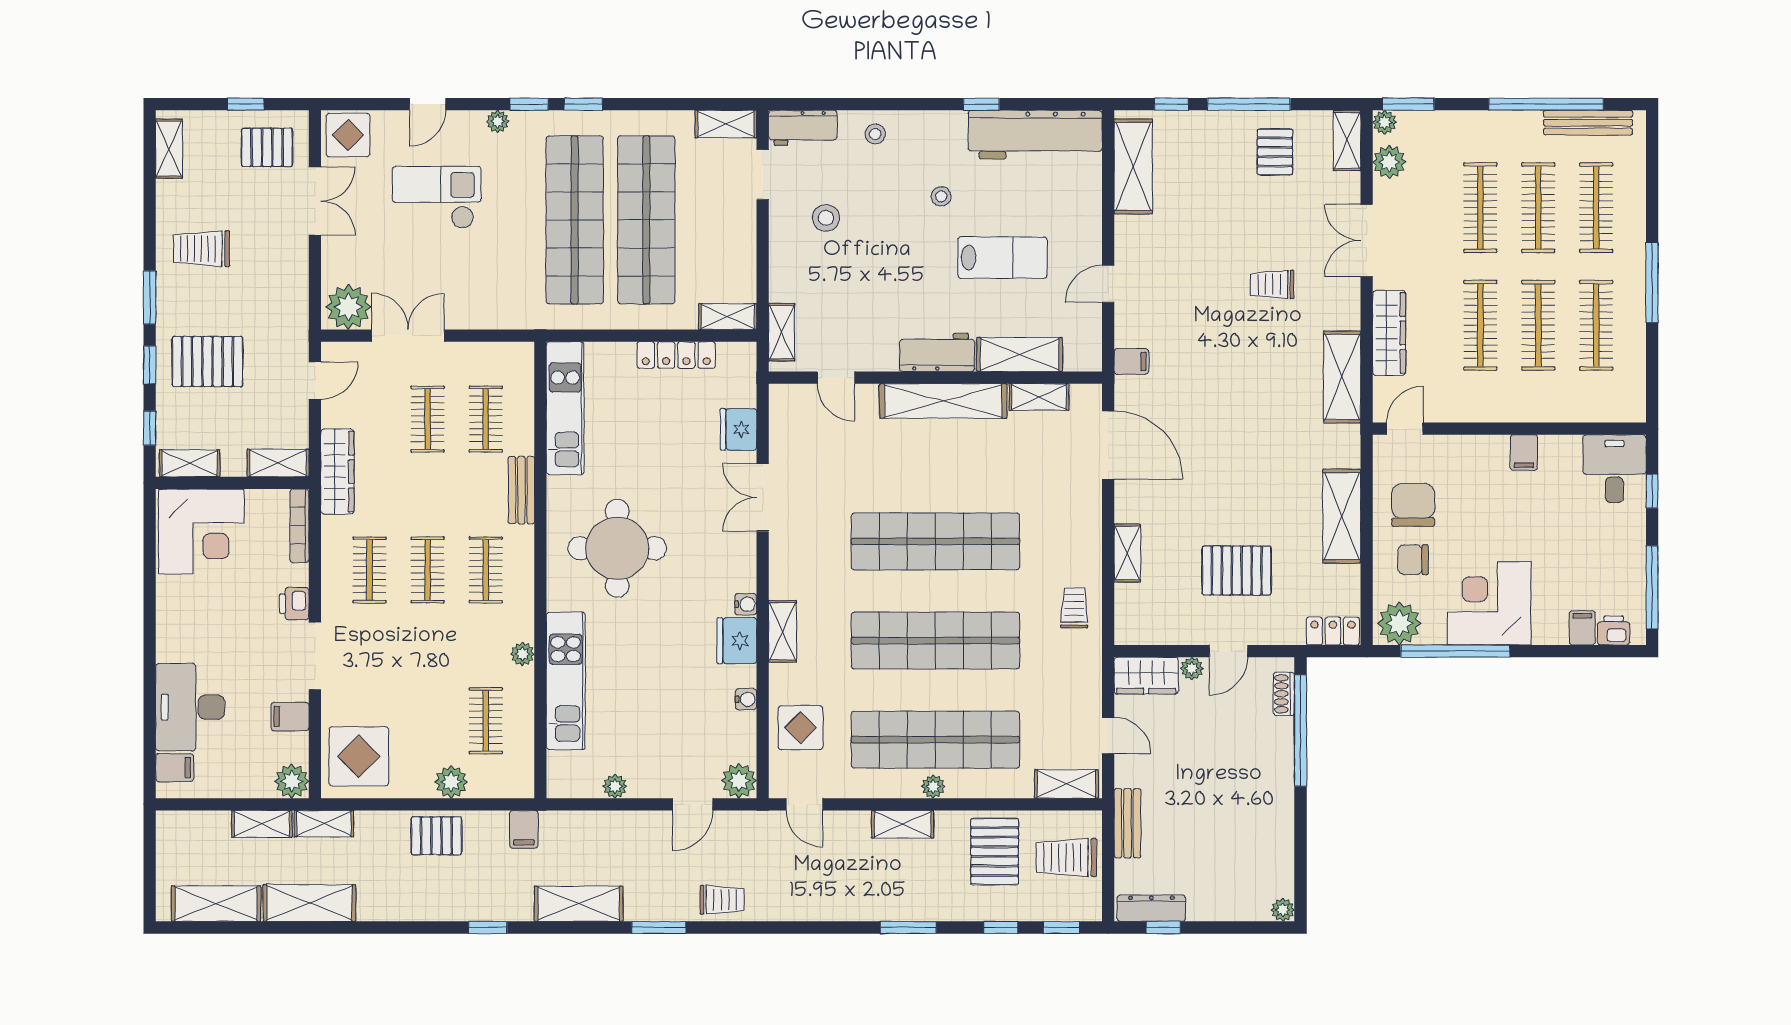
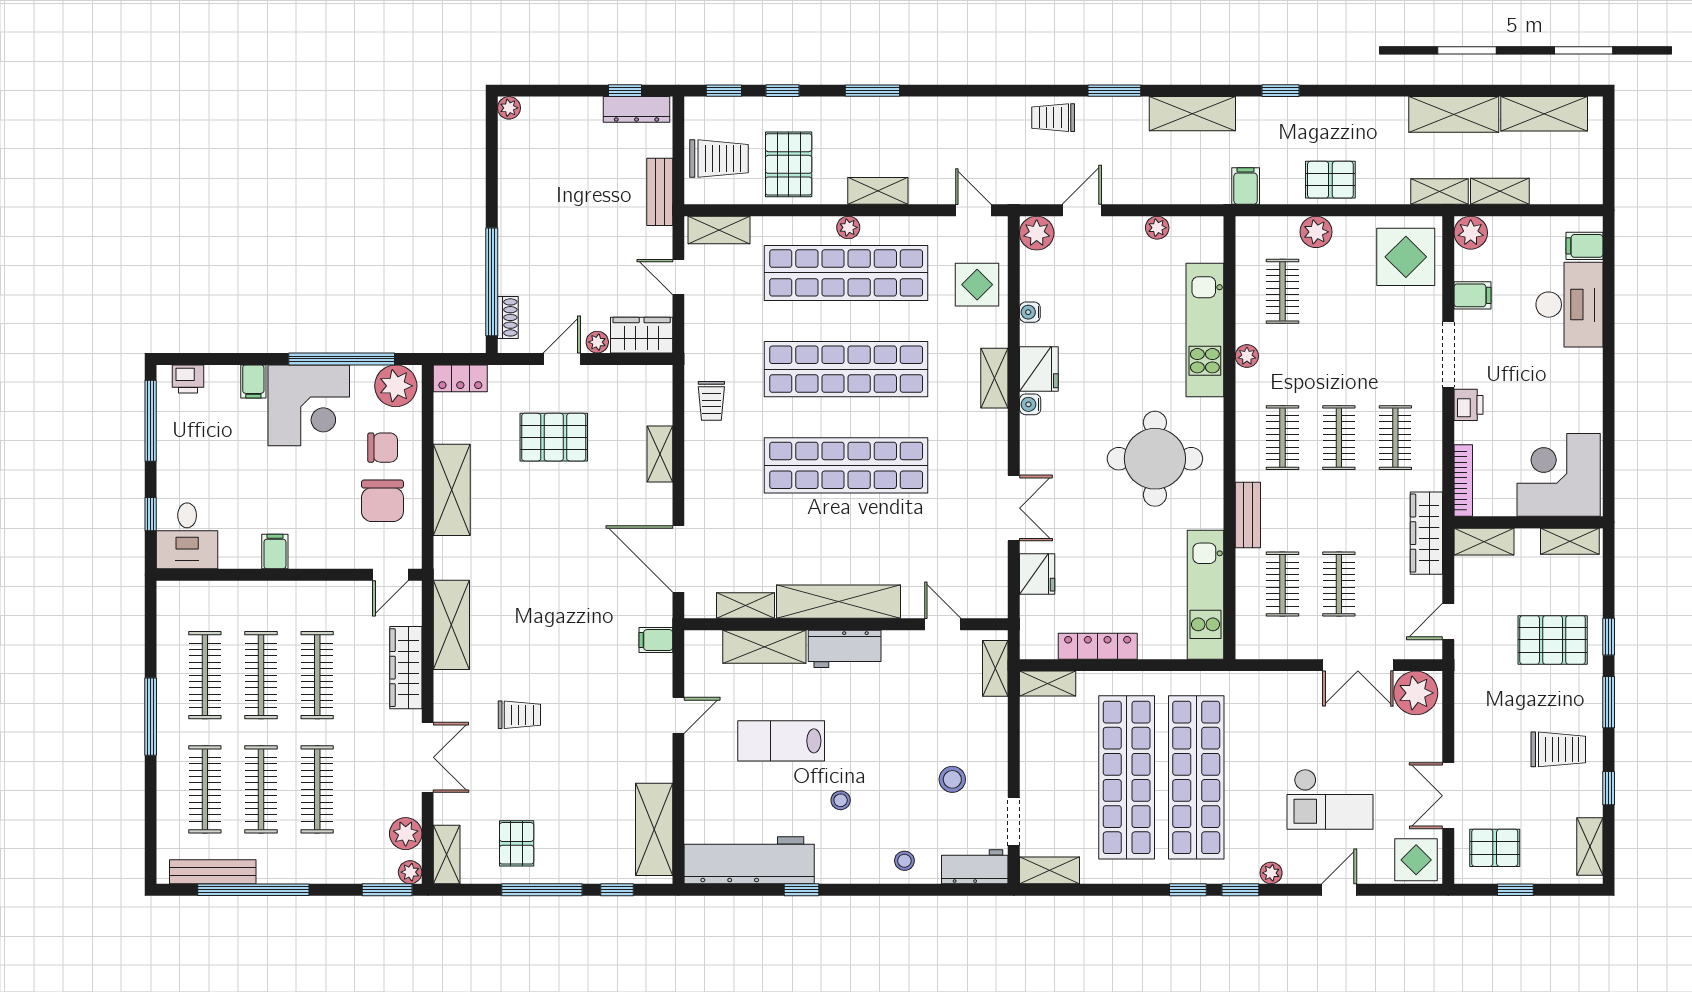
window: (150, 428) -> (1609, 788), moved
filing cabinet: (1582, 628) -> (253, 381), moved

